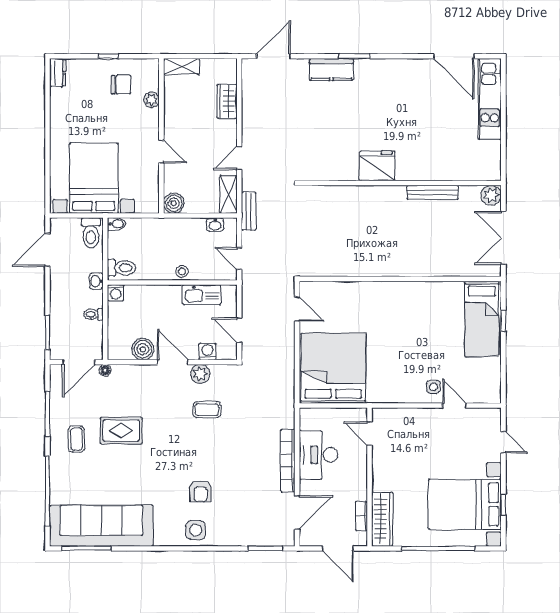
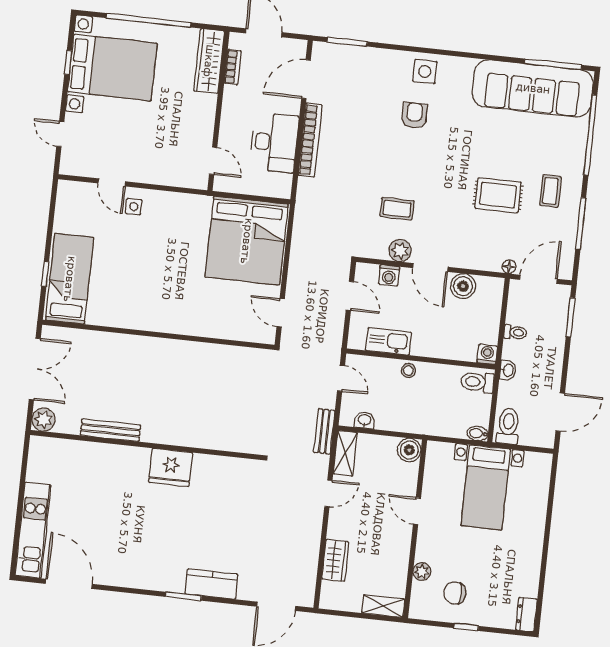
bed with nightstands: (94, 178) -> (486, 487), width x0.73

